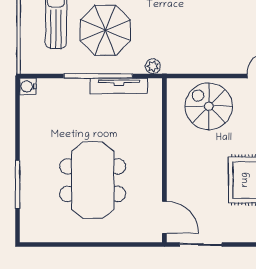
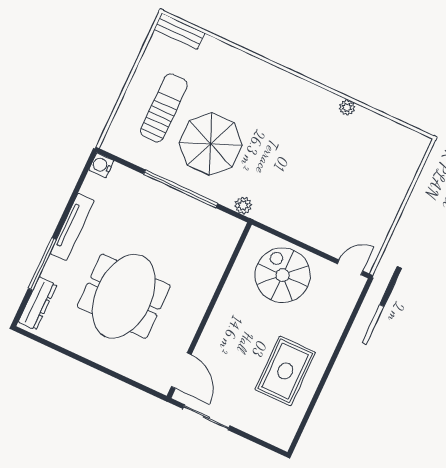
tv unit: (119, 86) -> (72, 227), moved, turned -90
dresser: (28, 217) -> (38, 303), added

